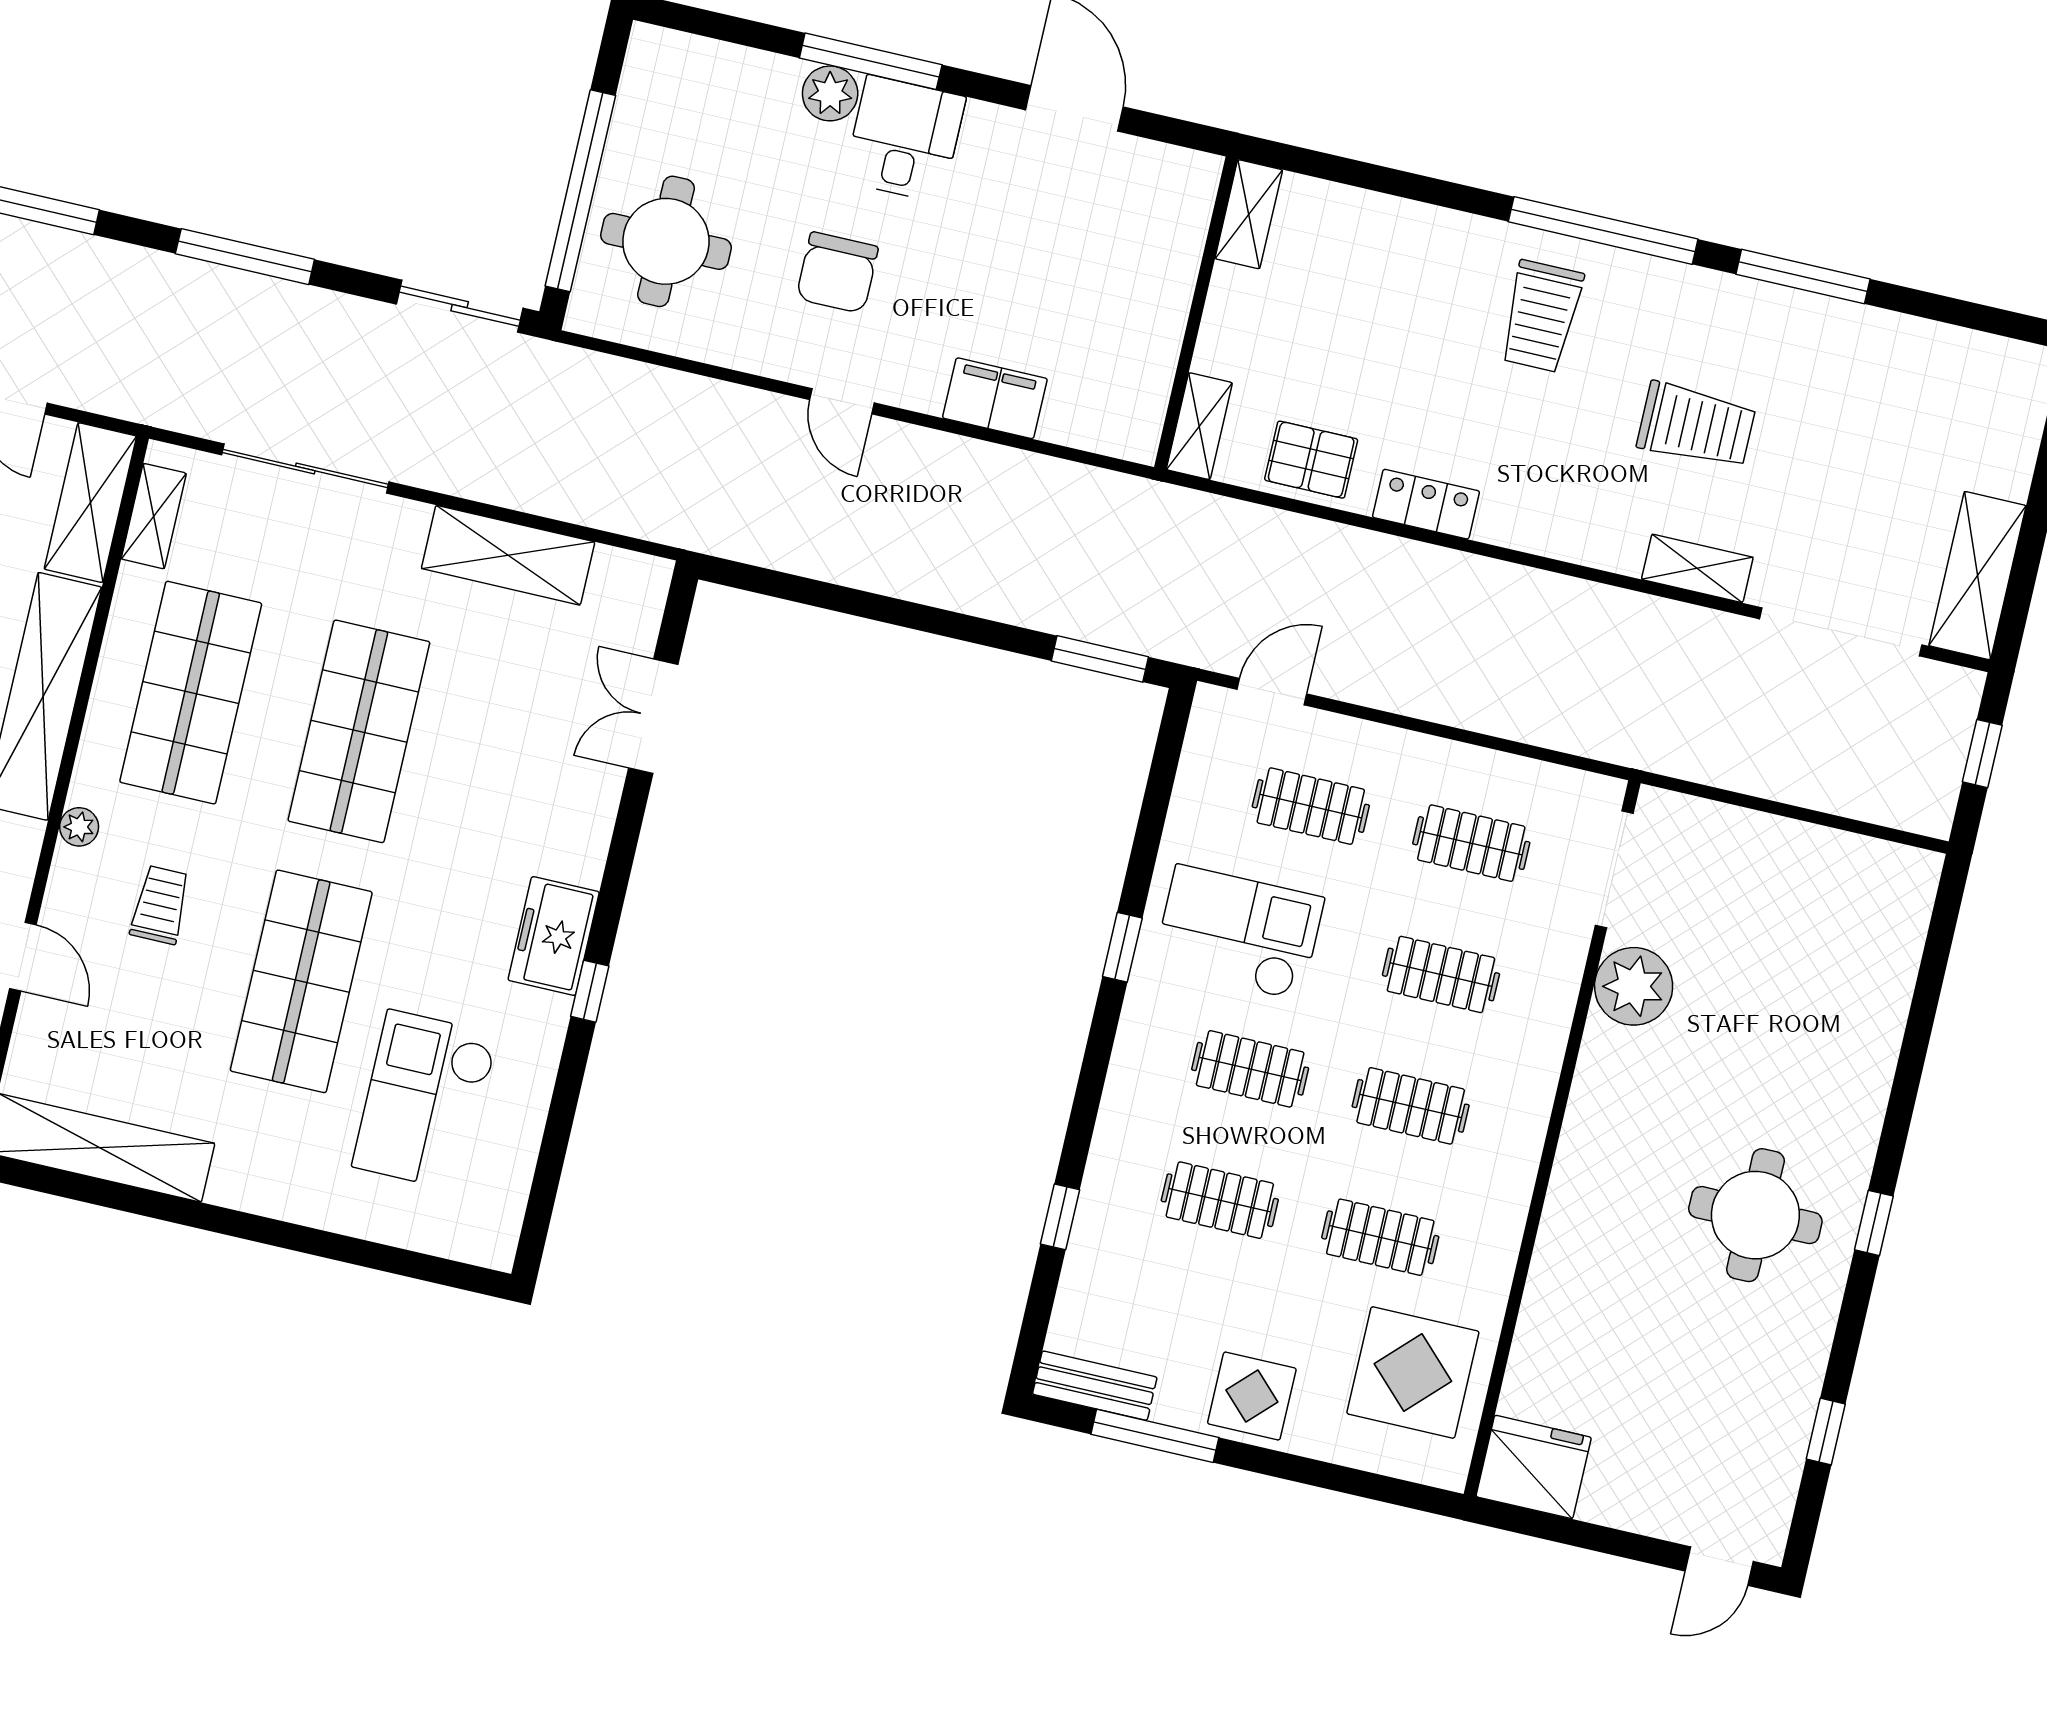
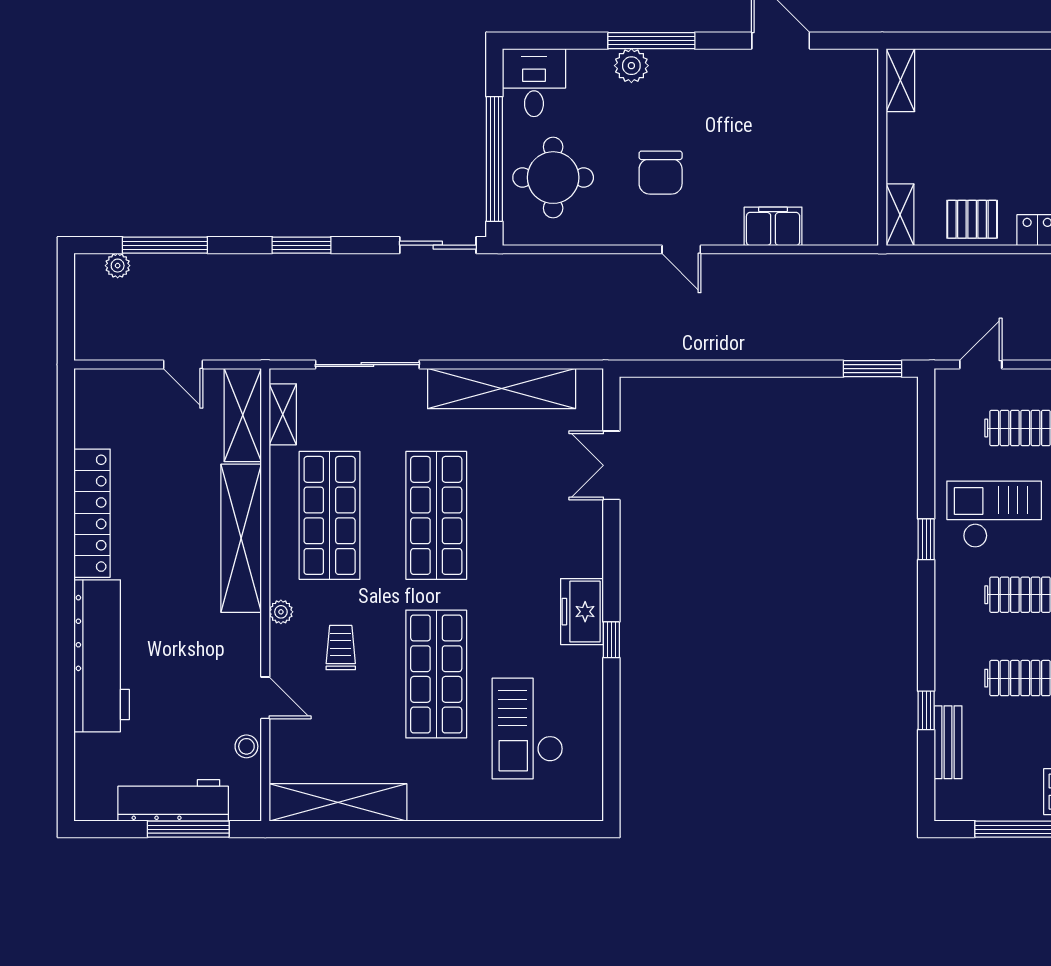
desk: (905, 139) -> (534, 83), moved
window: (245, 257) -> (302, 245), width x0.69
shelving: (508, 555) -> (502, 389), width x1.47
bench: (1095, 1386) -> (948, 742), moved, turned 90

